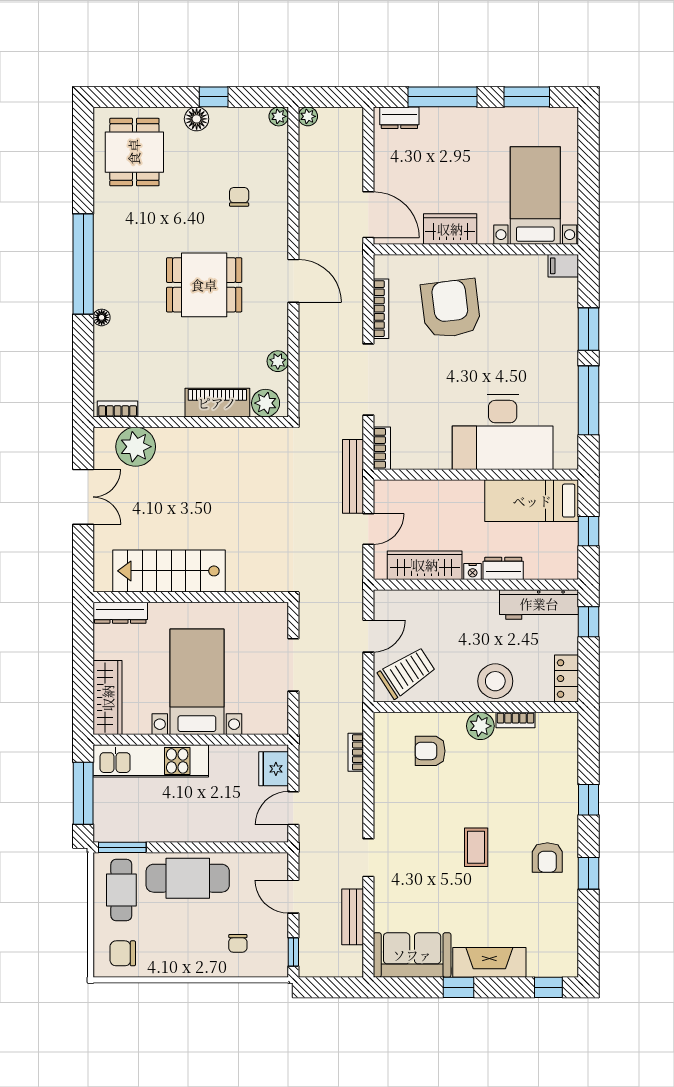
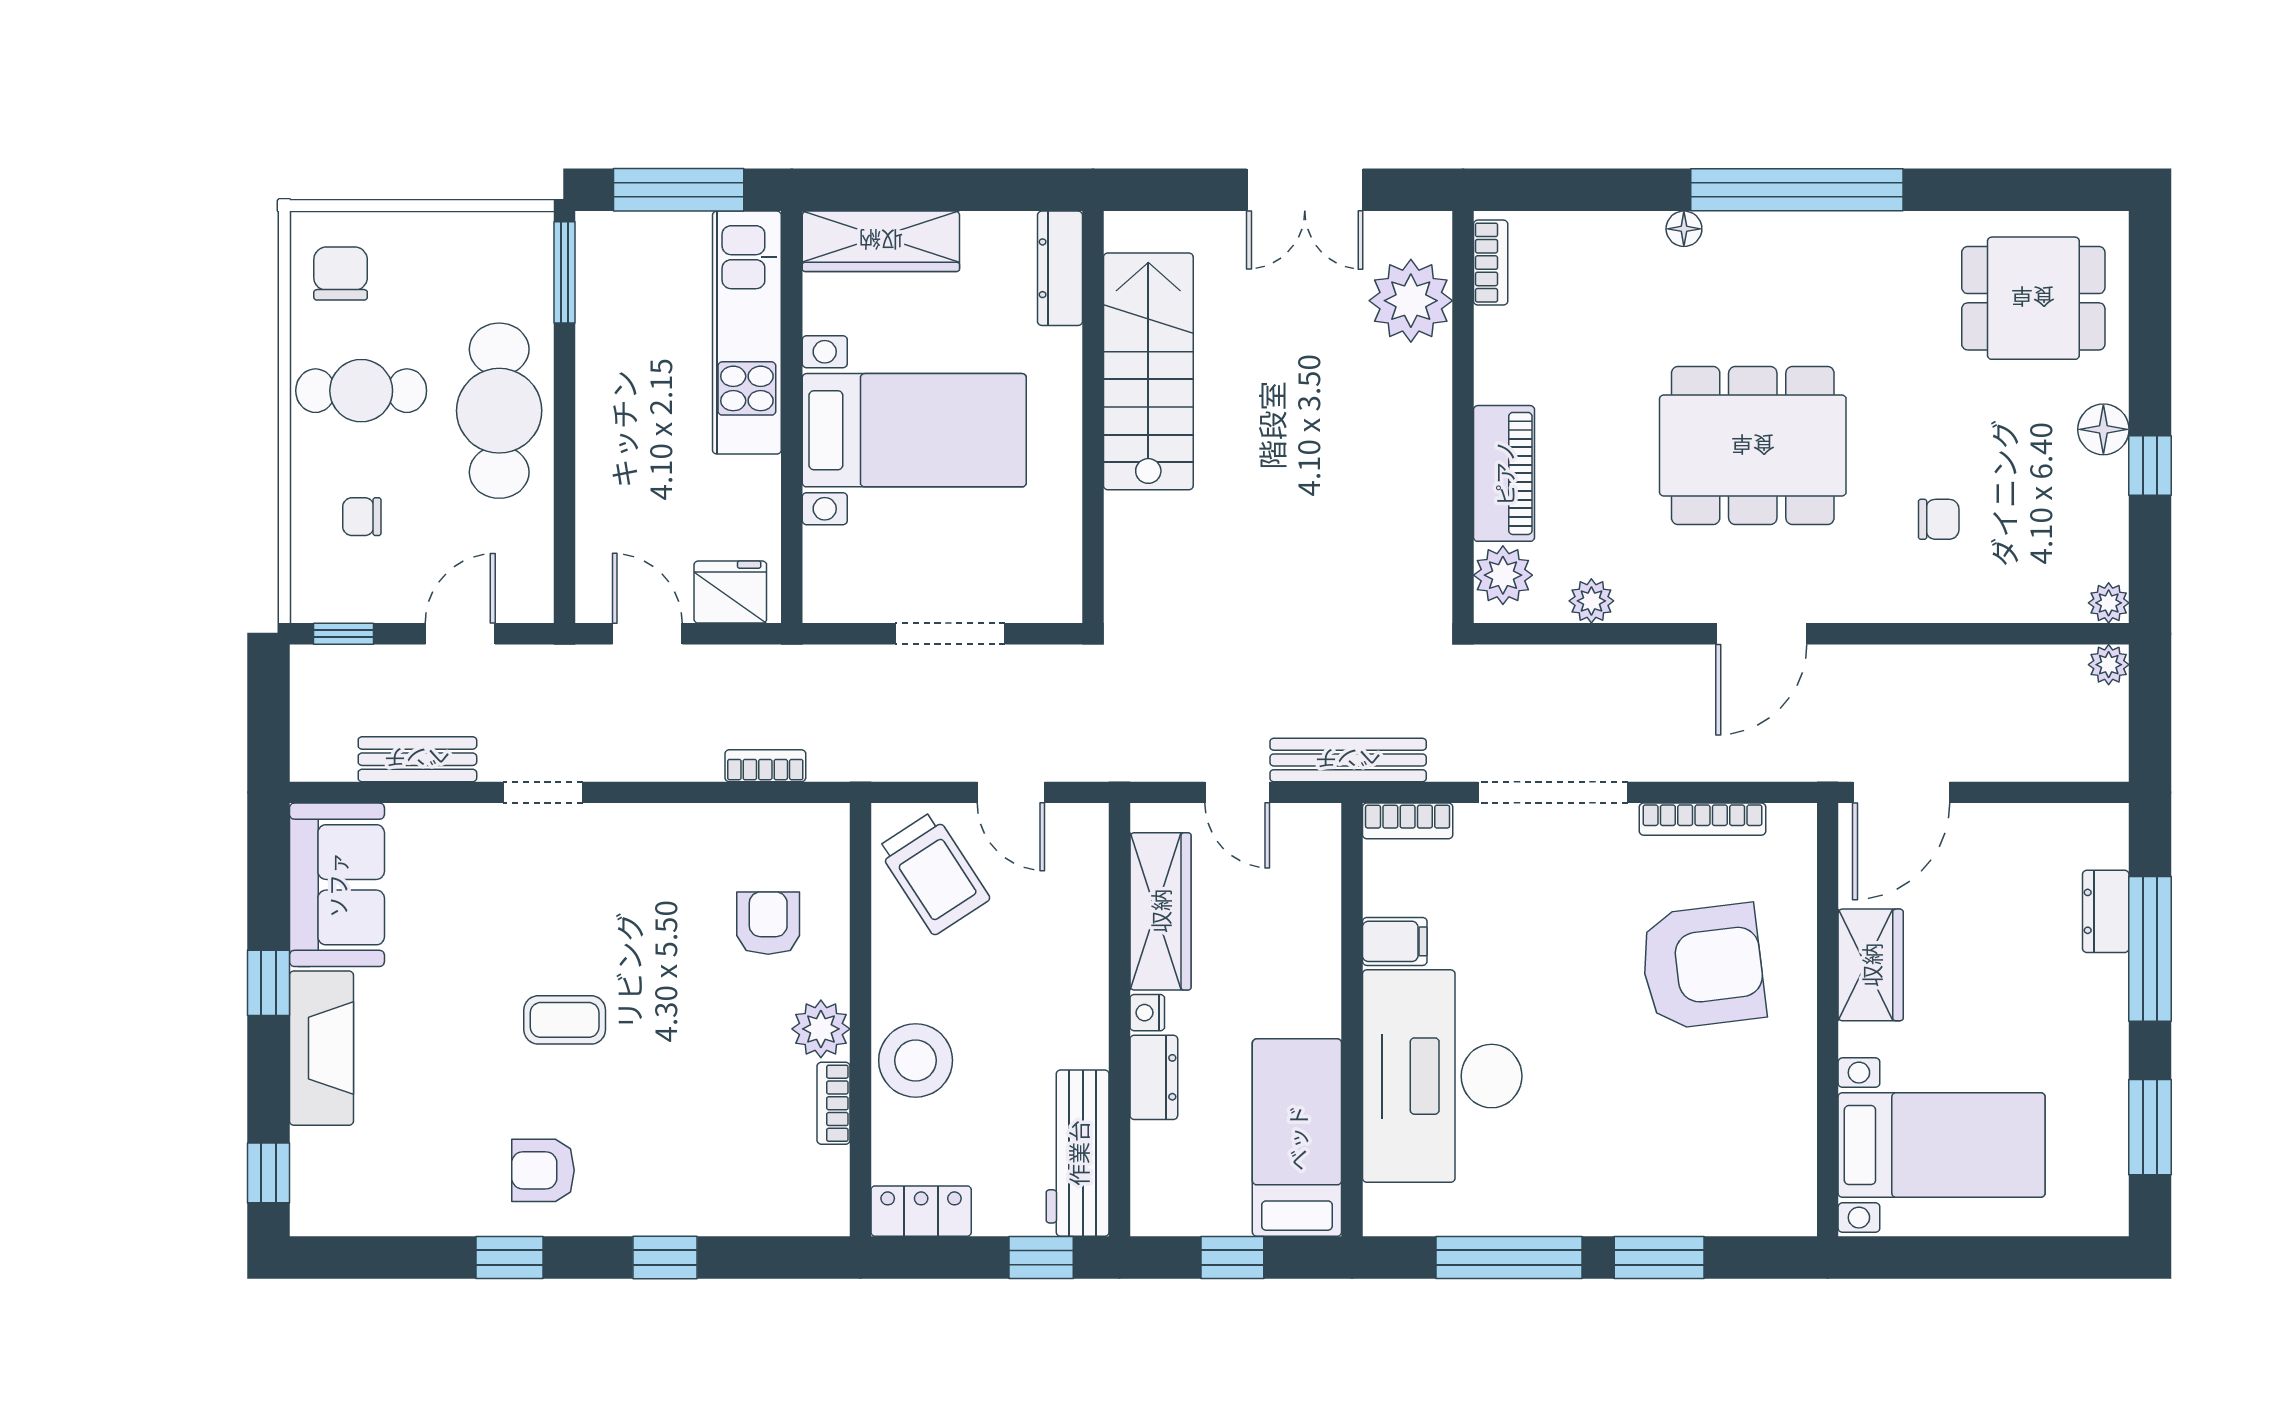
dresser: (399, 118) -> (2106, 911), moved
filing cabinet: (563, 266) -> (1395, 941), moved, turned 90
dining table: (204, 285) -> (1753, 446), width x1.38
cafe table: (121, 890) -> (361, 391), moved

